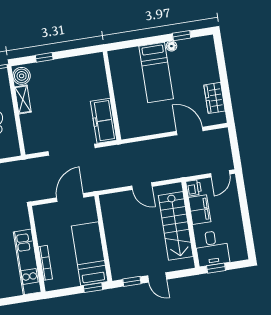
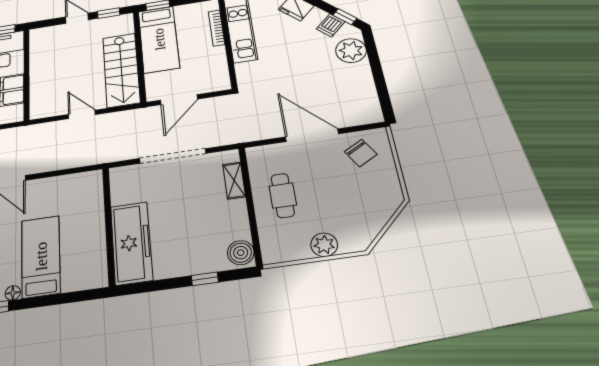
shelving: (23, 100) -> (234, 181), moved
freezer: (104, 121) -> (131, 243), moved, width x1.36, depth x1.26
printer: (194, 188) -> (15, 114), removed
stairs: (176, 226) -> (121, 70), moved, turned 180

